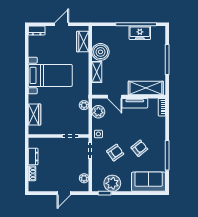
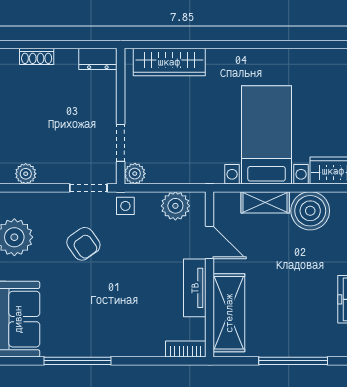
bed with nightstands: (50, 75) -> (267, 135), moved, turned 180
door: (115, 97) -> (210, 242), swing flipped
plant: (84, 105) -> (135, 174), moved
wardrobe: (35, 114) -> (169, 62), width x1.50
armchair: (139, 148) -> (93, 298), removed
dresser: (33, 157) -> (98, 59), moved

